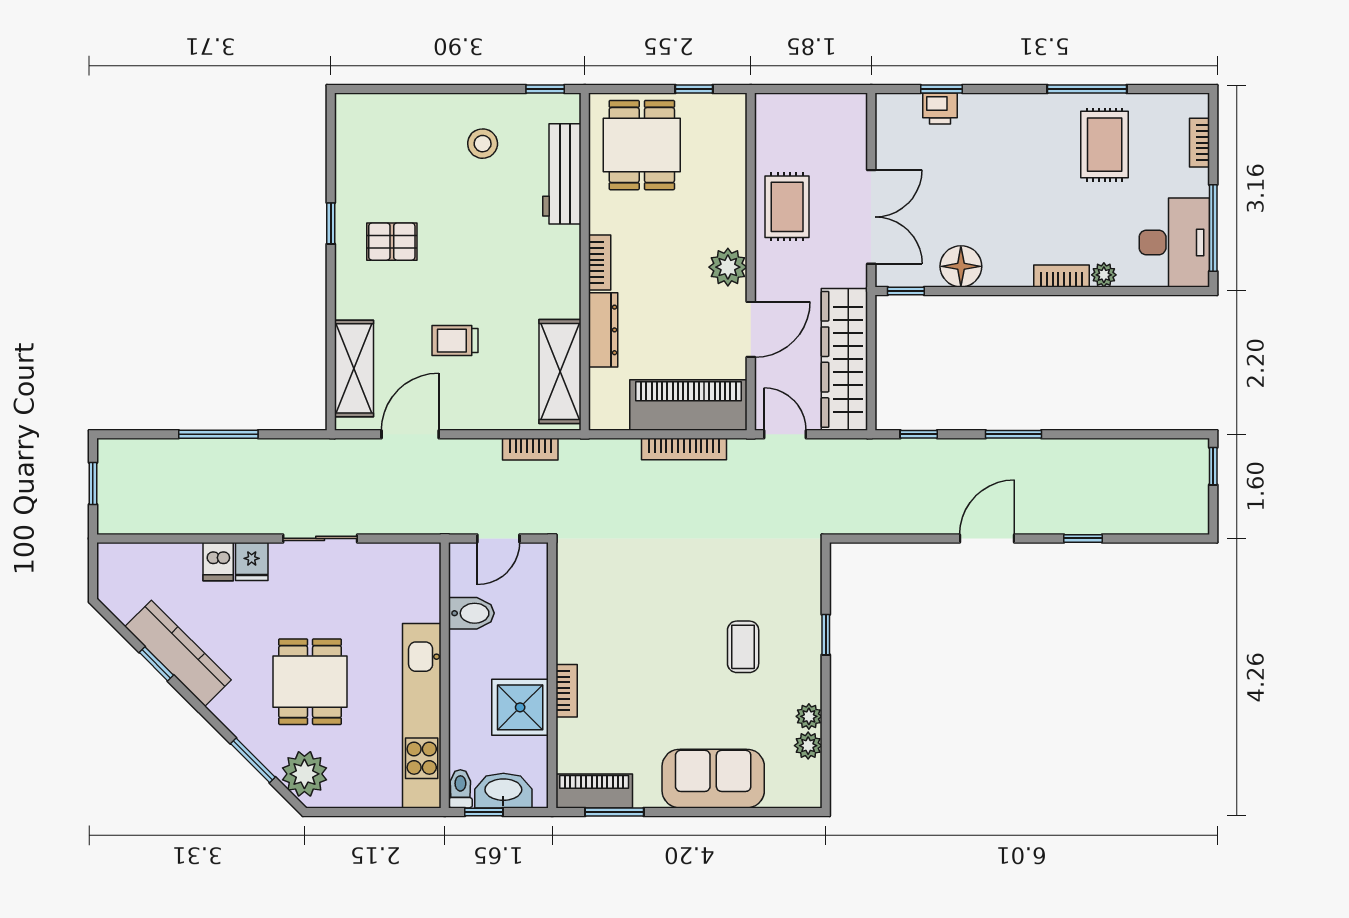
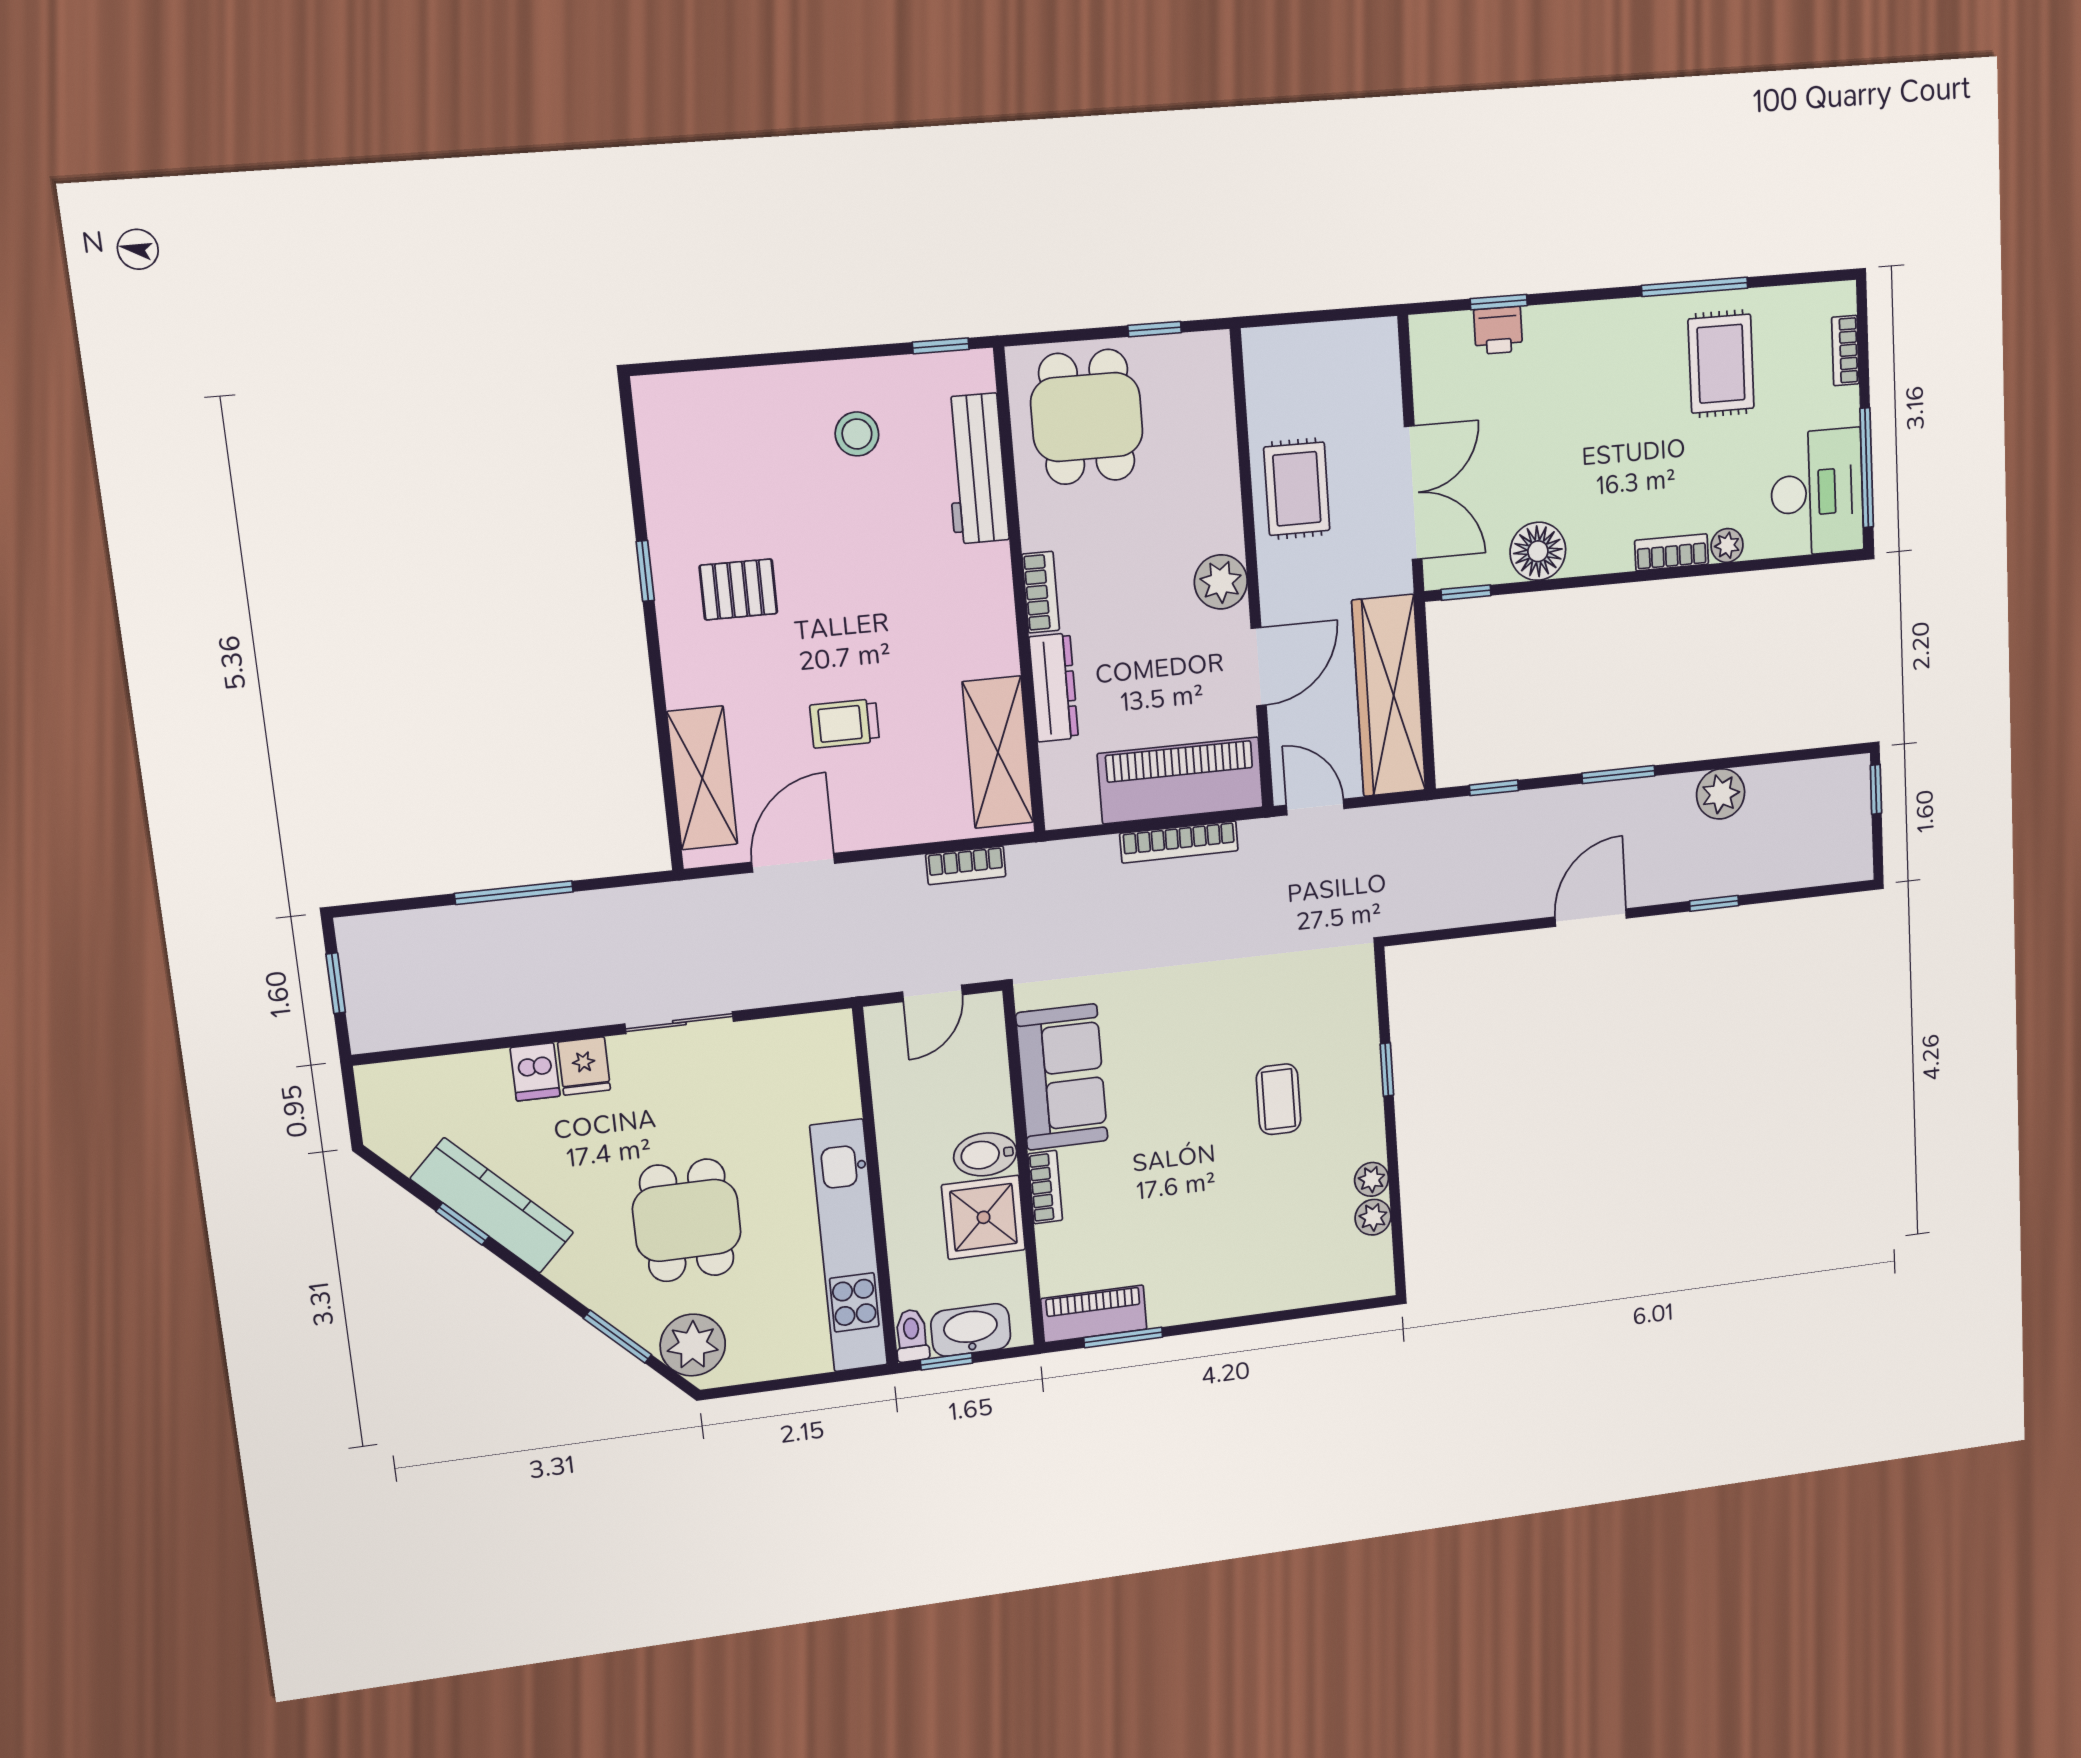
plant: (1091, 457) -> (1721, 794), added
bidet: (471, 613) -> (985, 1154), moved, turned 180
sofa: (713, 779) -> (1062, 1077), moved, turned 90

